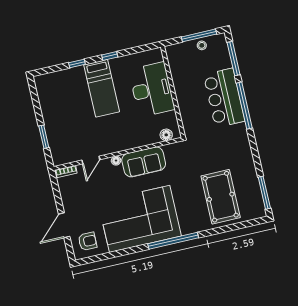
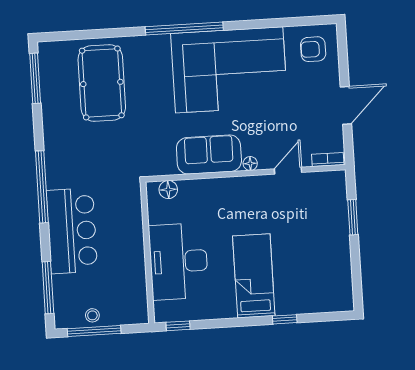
window: (110, 56) -> (178, 326), moved
window: (244, 106) -> (42, 187), moved
door: (64, 225) -> (346, 105), moved

